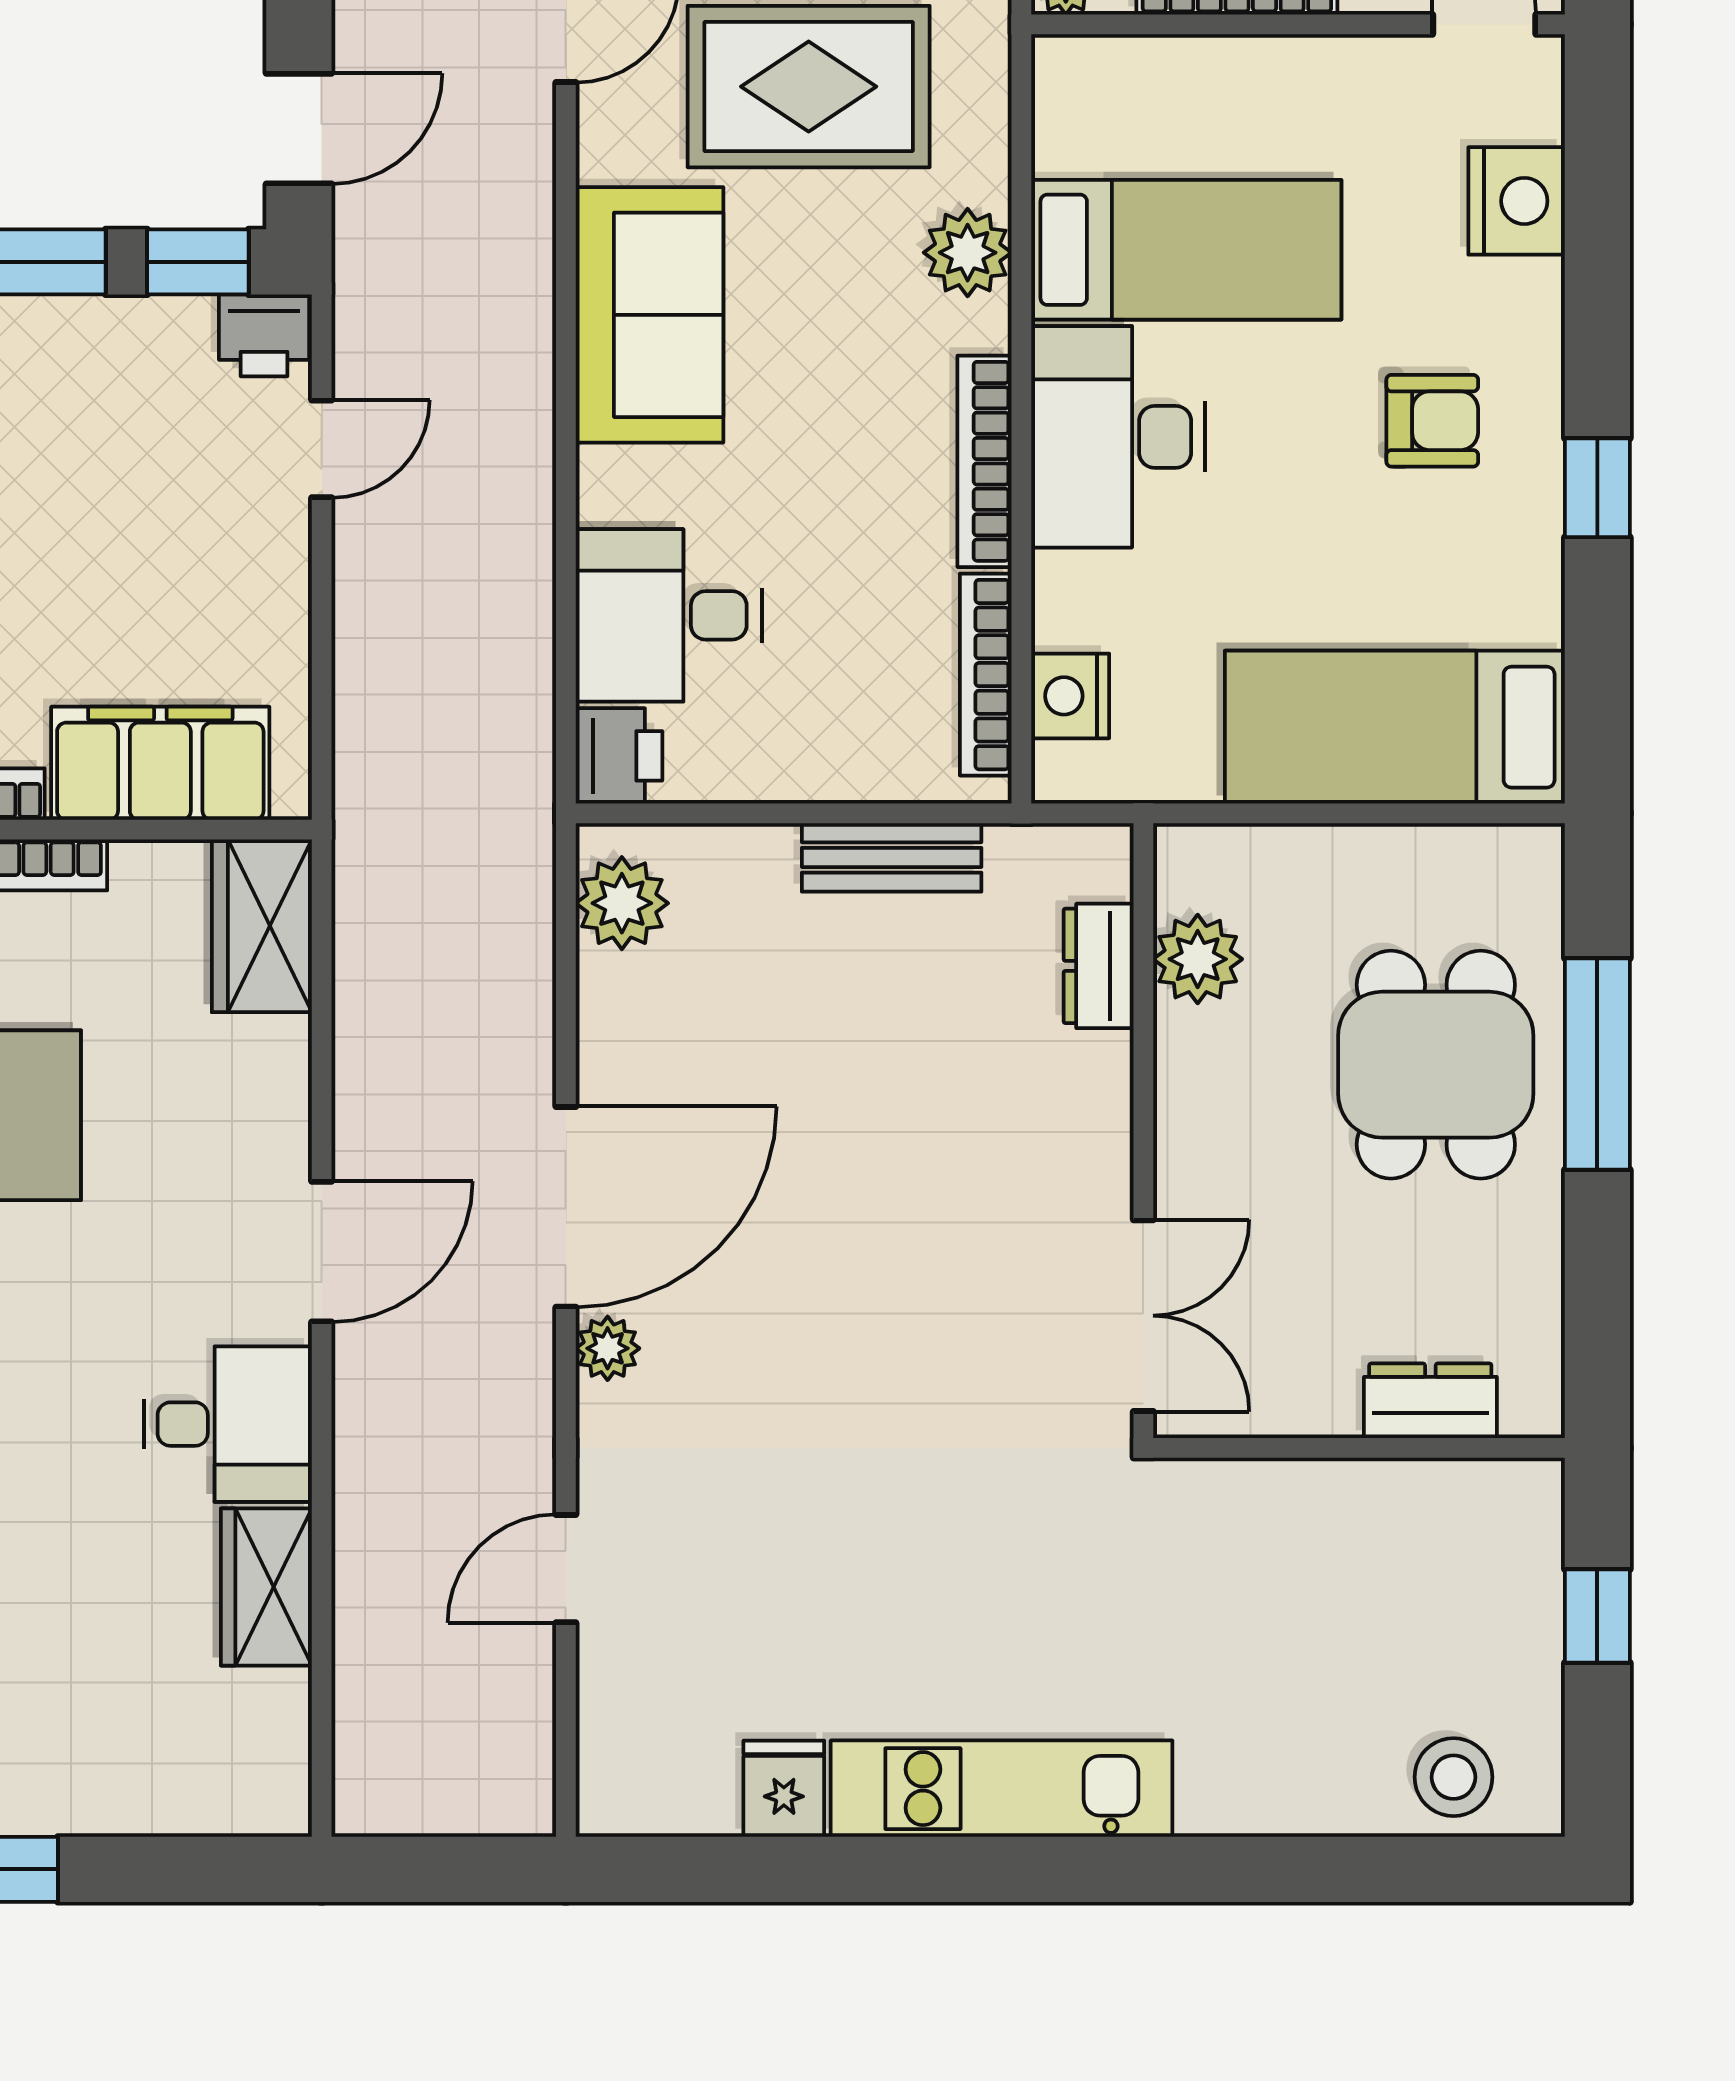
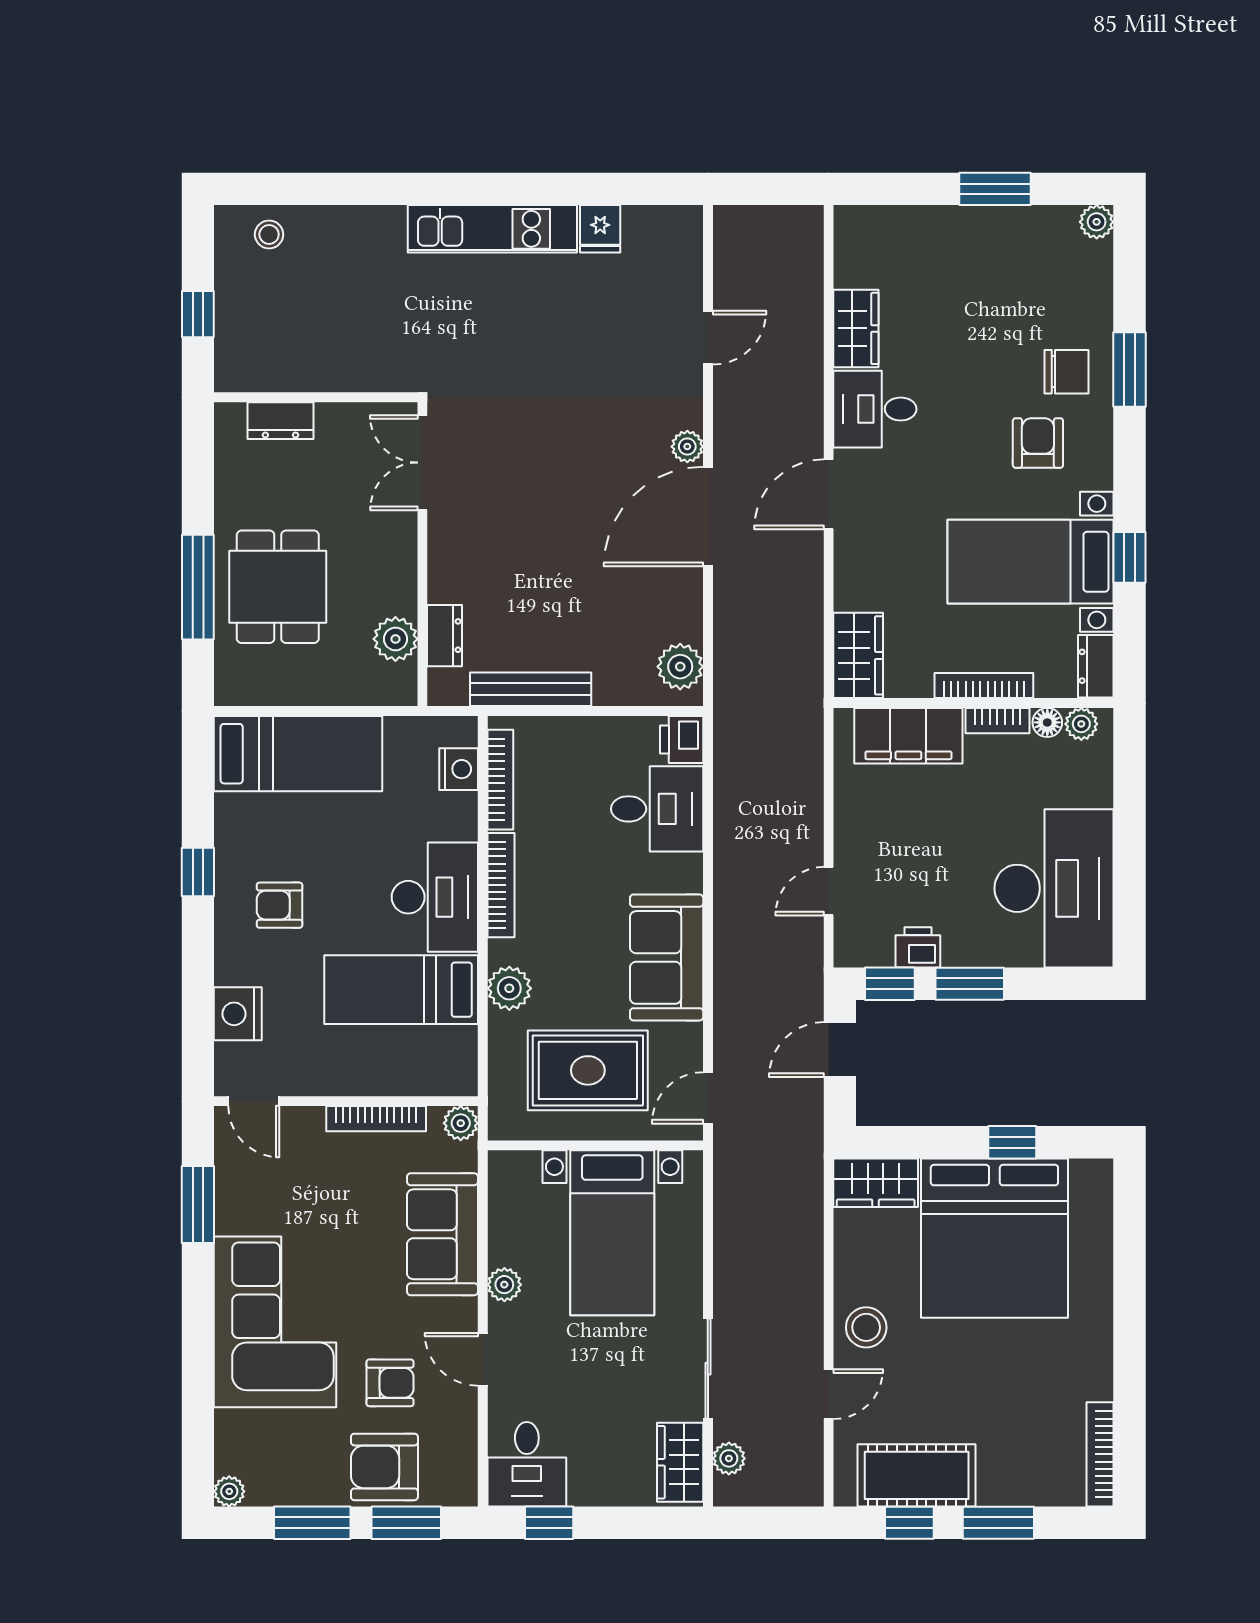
printer: (264, 335) -> (918, 947), moved
bench: (892, 857) -> (531, 689), width x1.36
stool: (1454, 1777) -> (269, 234), width x0.73, depth x0.73

